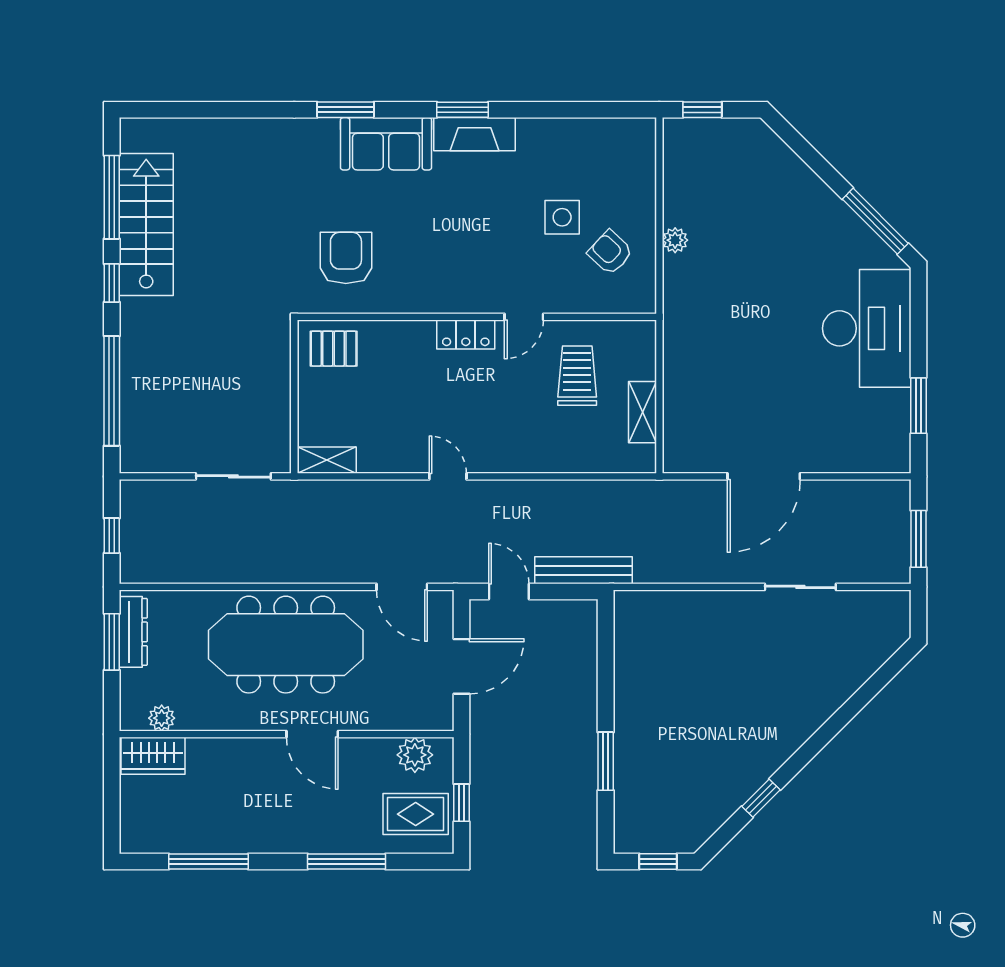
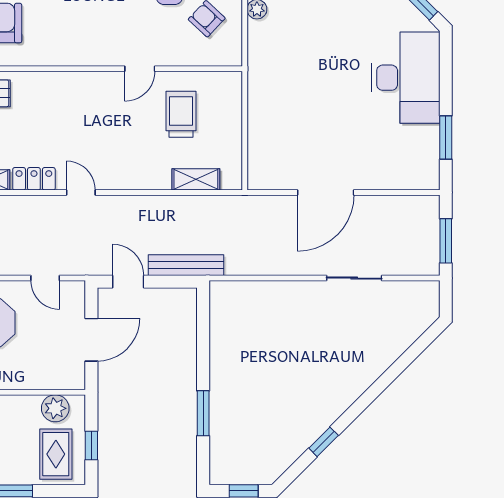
locker: (466, 335) -> (34, 179), moved, turned 180
shelving: (642, 412) -> (196, 179), moved, turned 90
door: (402, 587) -> (45, 278), width x0.73
rug: (416, 814) -> (56, 454), turned 90

